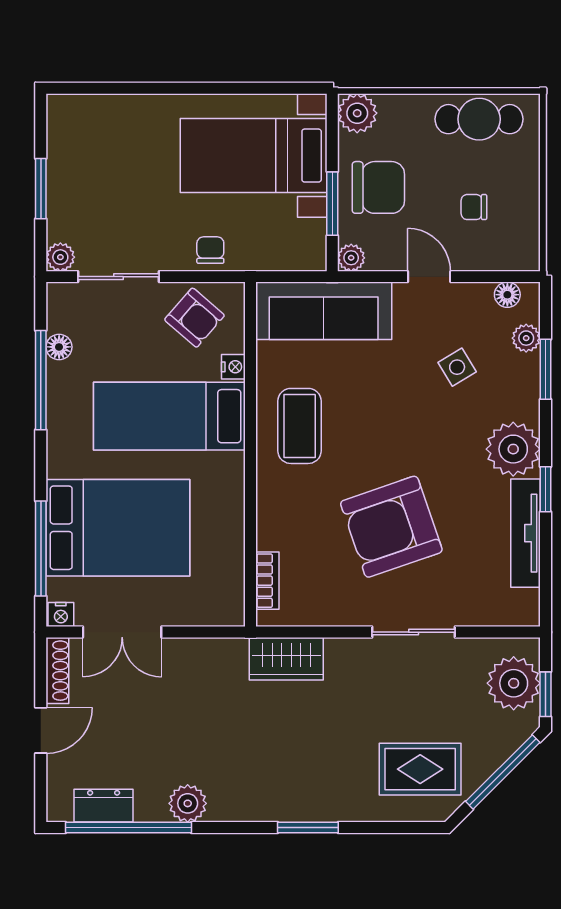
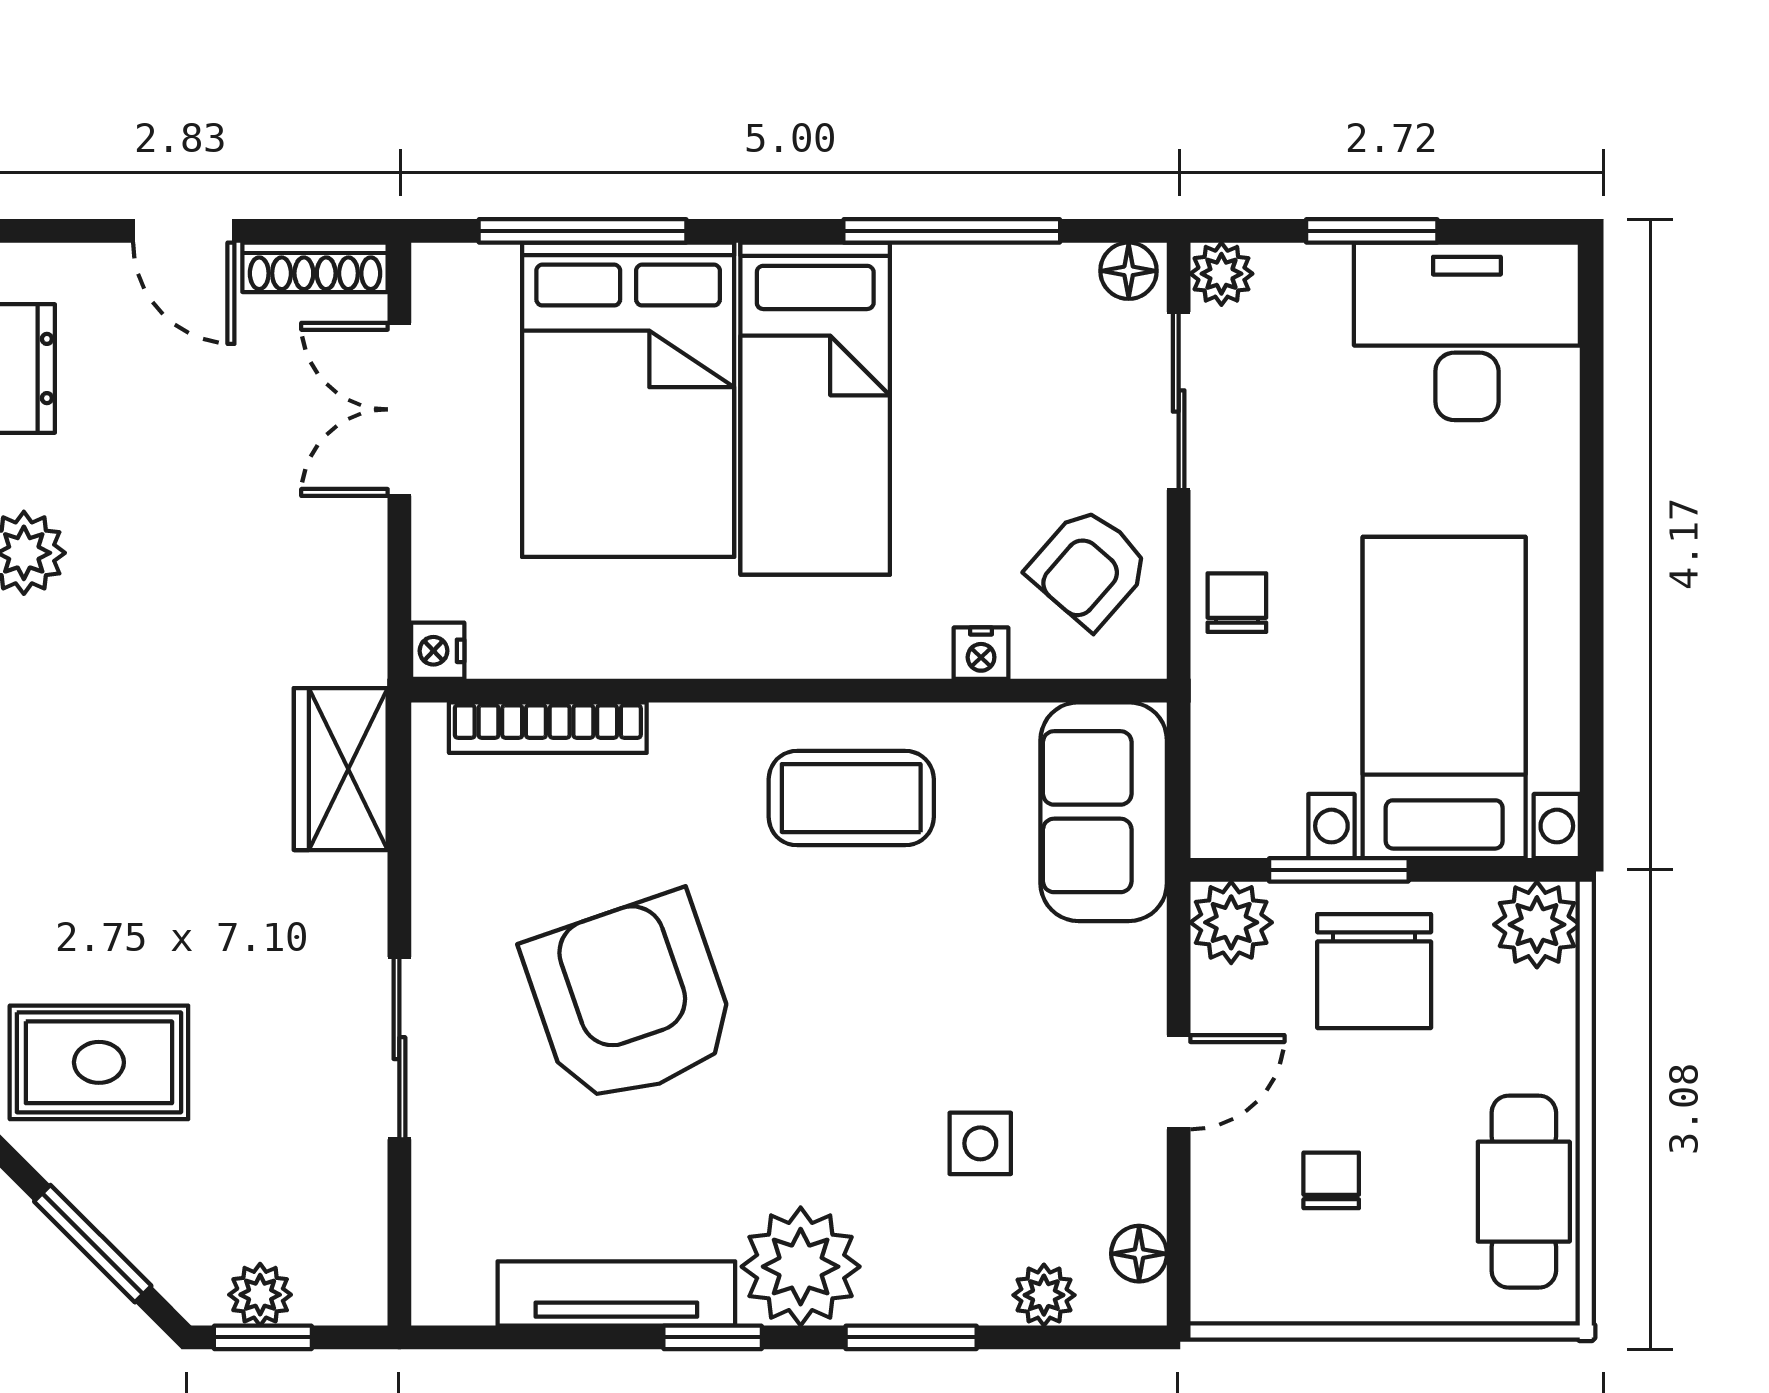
desk: (87, 145) -> (1467, 331), added
chair: (210, 250) -> (1237, 603), turned -90
plant: (351, 258) -> (1231, 922), width x1.38, depth x1.38
sofa: (324, 311) -> (1104, 812), width x0.73
floor lamp: (59, 347) -> (1129, 271), moved
side table: (457, 367) -> (980, 1143), turned 31
window: (546, 369) -> (911, 1337), moved
bed: (169, 416) -> (815, 409), moved, turned 180
bookcase: (267, 581) -> (548, 728), width x1.56
nightstand: (61, 615) -> (438, 651), moved
plant: (514, 683) -> (260, 1295), width x0.53, depth x0.53
rug: (420, 769) -> (99, 1062), turned 90
window: (503, 772) -> (93, 1244), width x0.69

